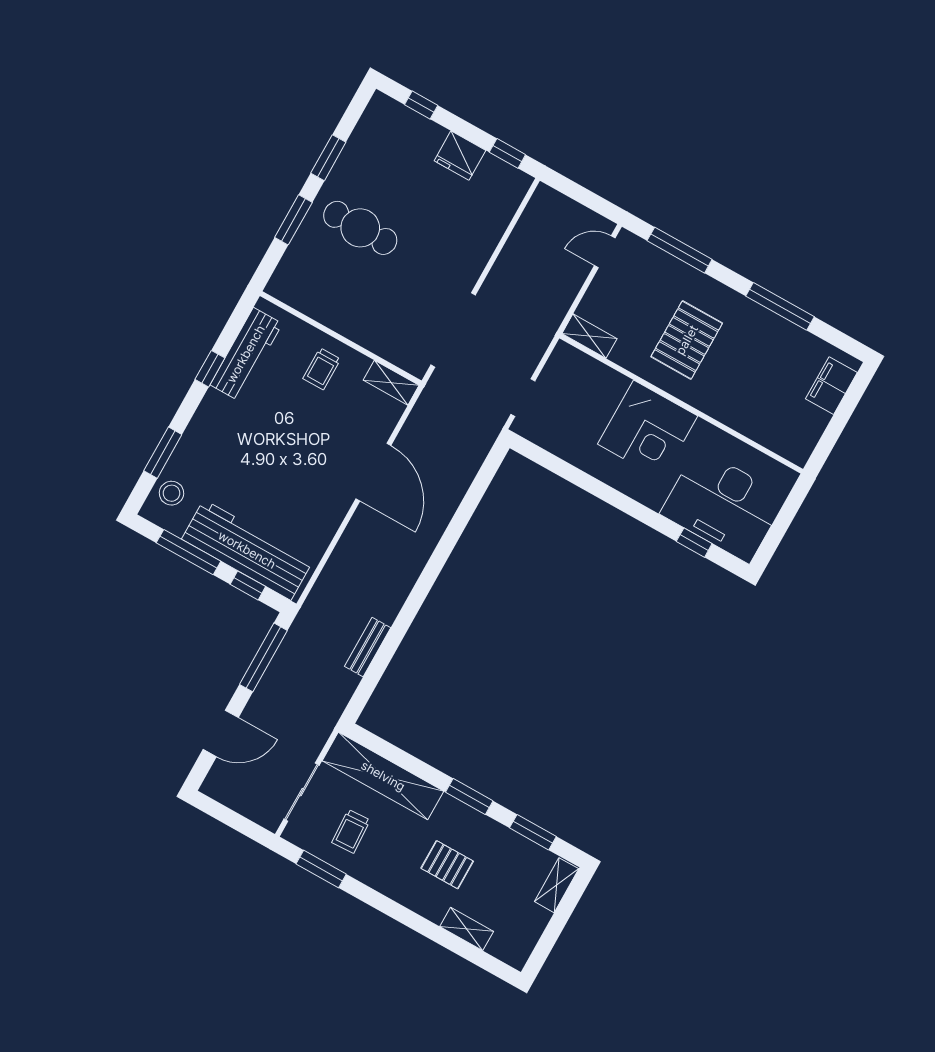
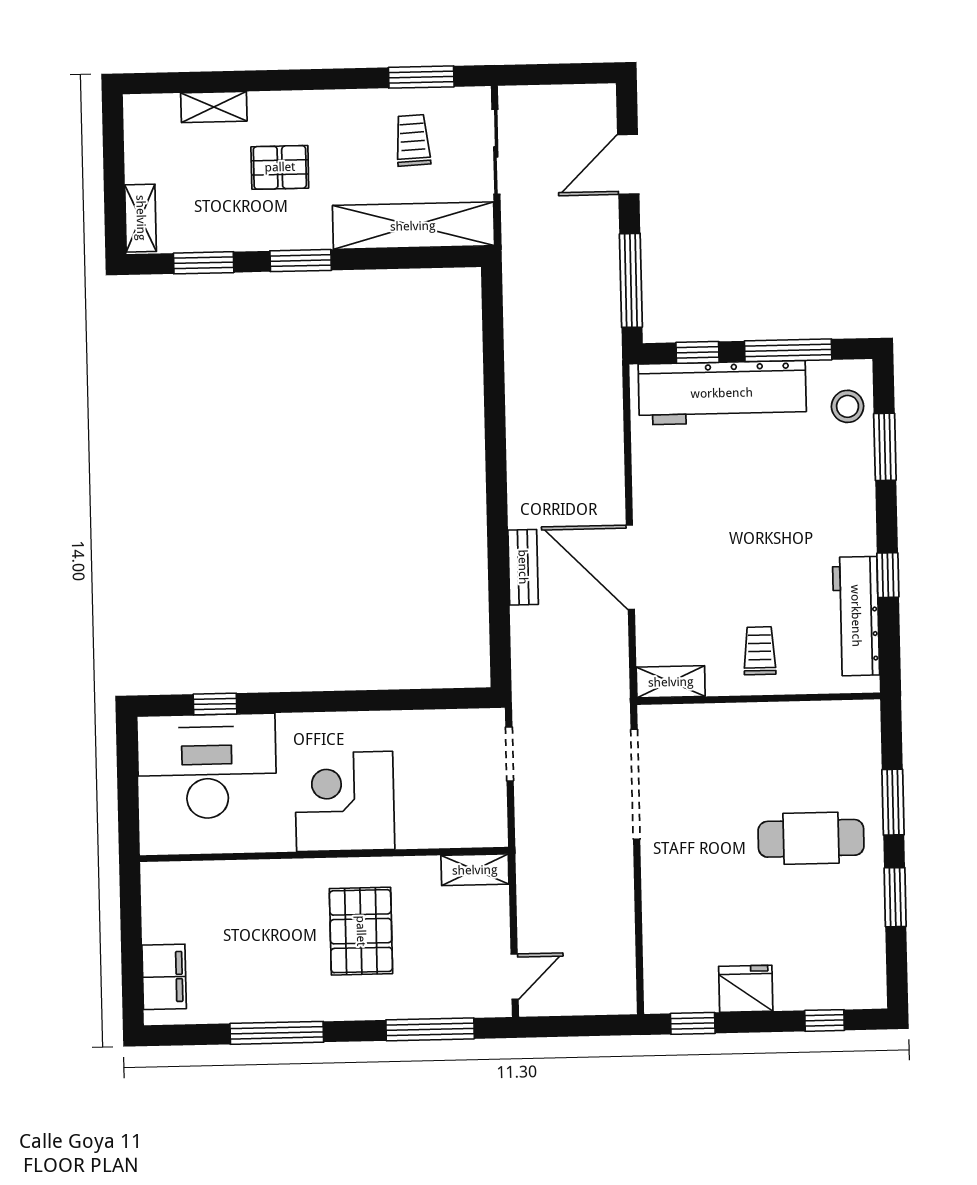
bench: (368, 647) -> (523, 567), moved

